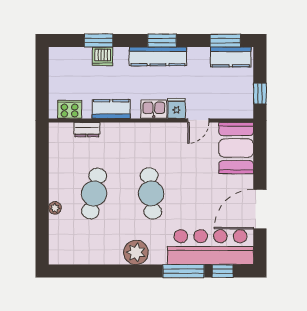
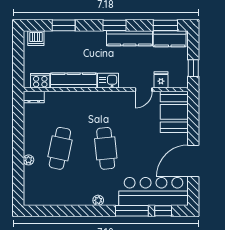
dishwasher: (103, 56) -> (36, 38), moved
kitchen counter: (158, 56) -> (130, 38), moved
fridge: (177, 108) -> (161, 80), moved
kitchen counter: (111, 109) -> (74, 80), width x1.50
dresser: (87, 130) -> (34, 97), moved
plant: (136, 252) -> (98, 200), width x0.53, depth x0.53

